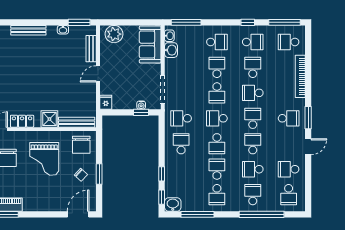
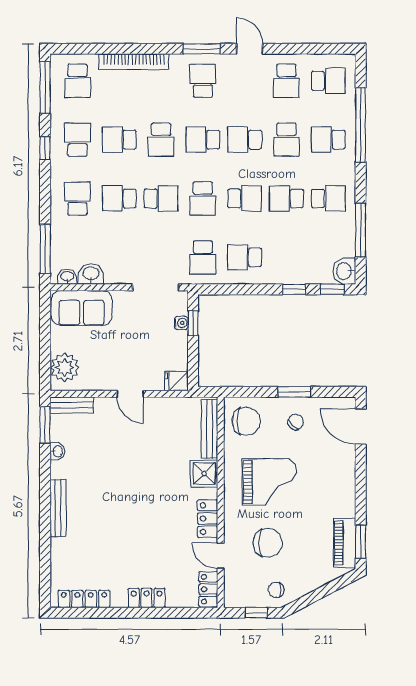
bench: (91, 49) -> (72, 405), moved

